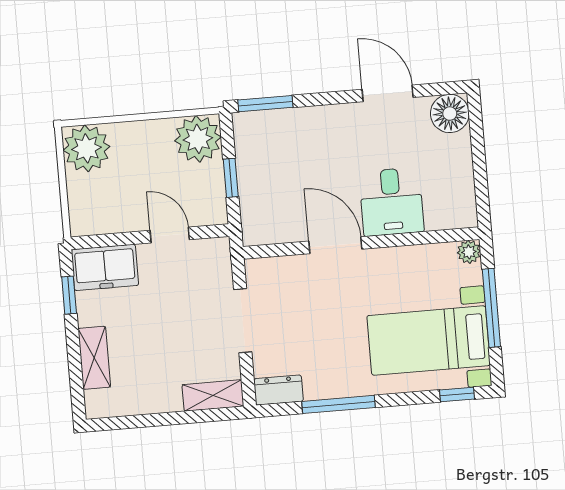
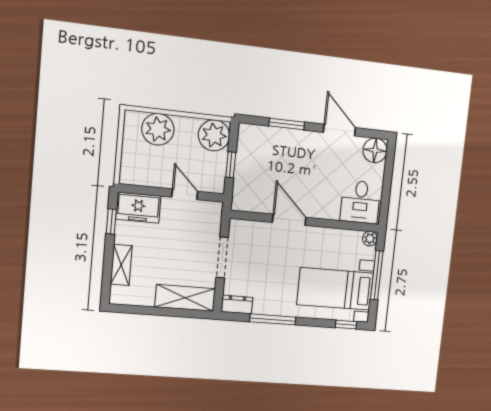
window: (265, 104) -> (287, 124), moved
plant: (86, 148) -> (158, 129), moved
desk: (391, 202) -> (360, 202), moved
shelving: (213, 395) -> (185, 298), width x1.50, depth x1.33

